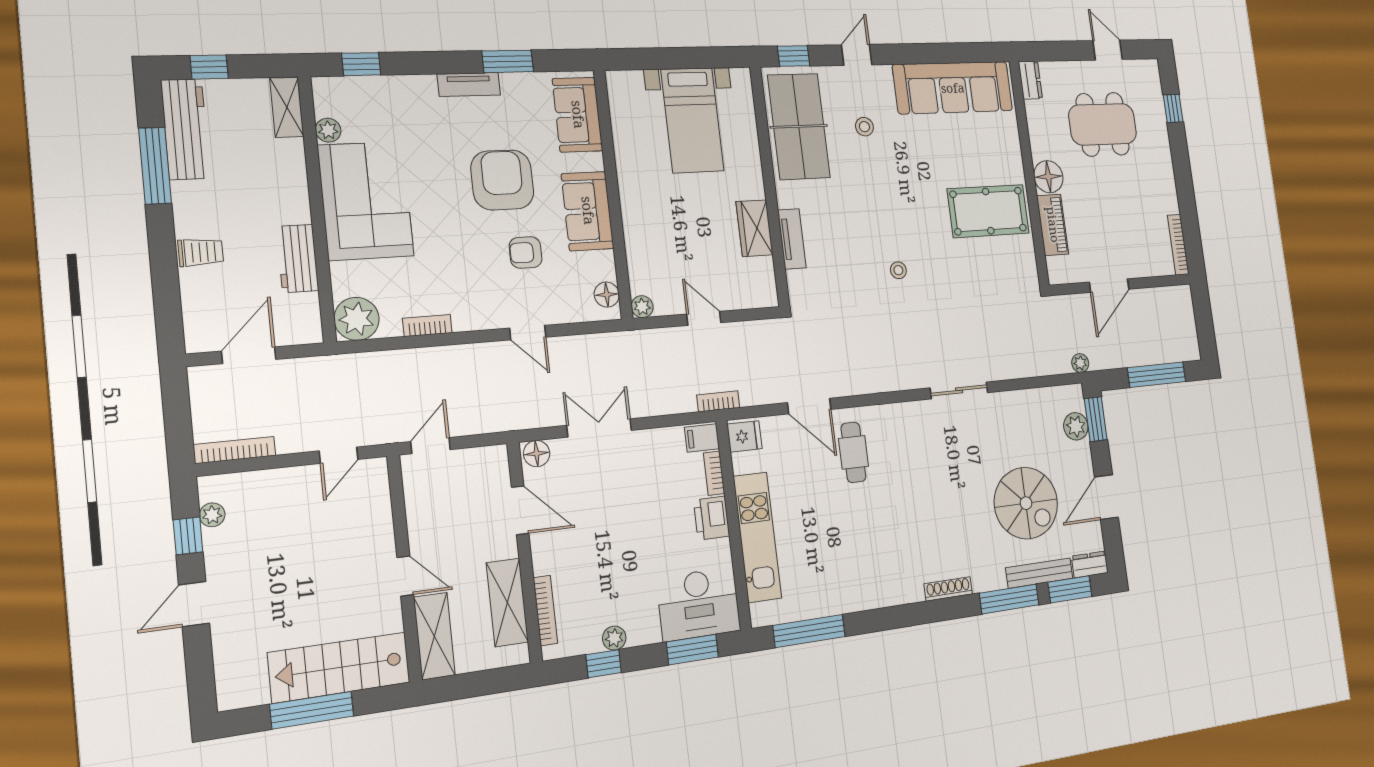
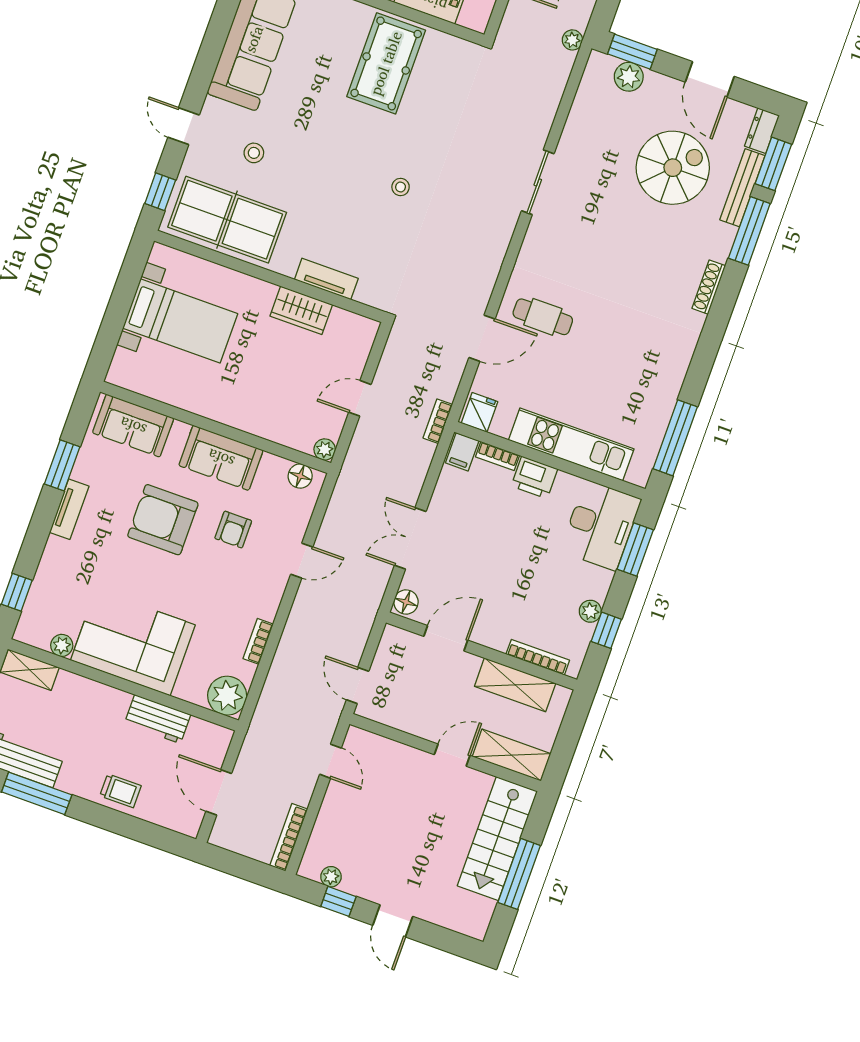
trolley: (201, 252) -> (120, 791), turned 90

